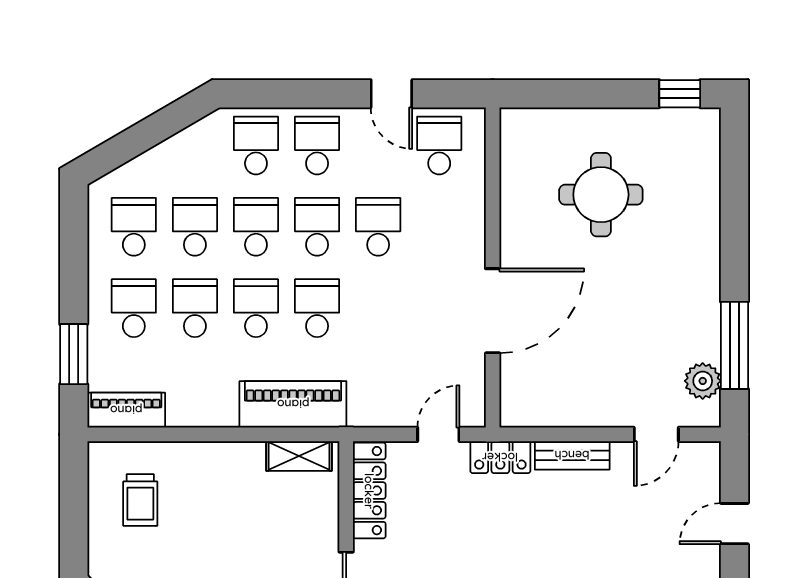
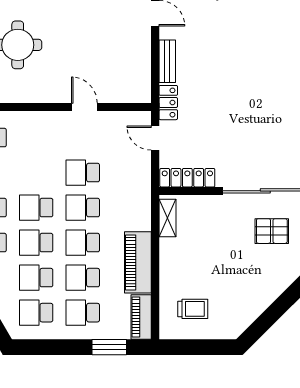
school desk: (378, 227) -> (83, 173), moved
door: (493, 311) -> (84, 107), width x0.53
piano: (293, 404) -> (138, 262), moved

